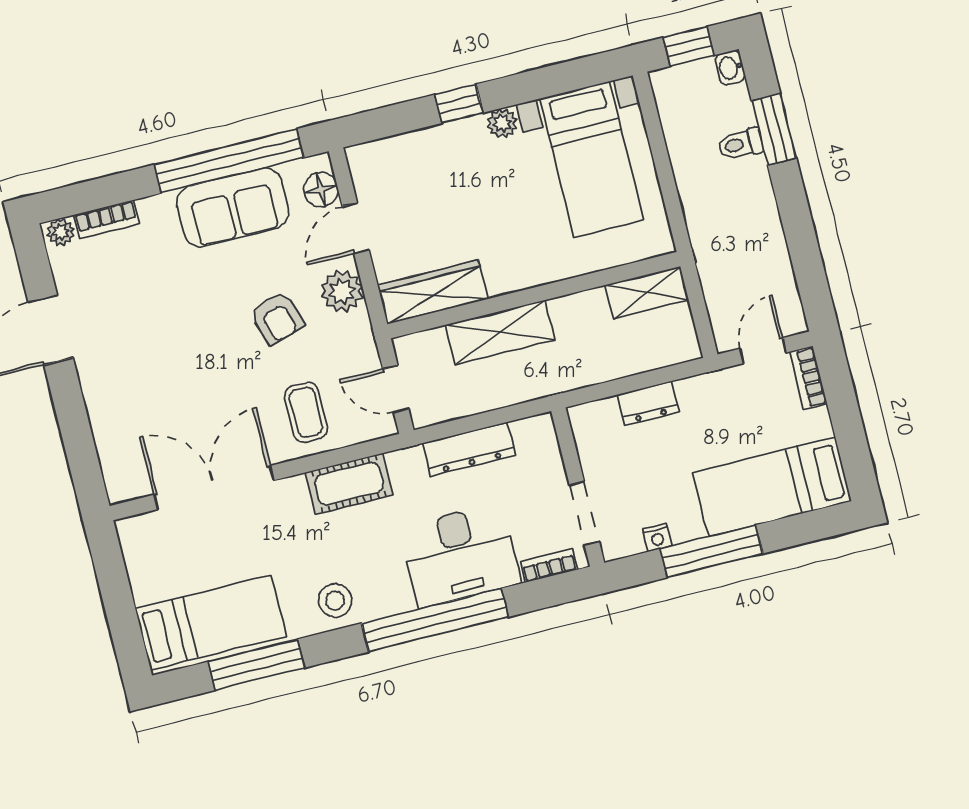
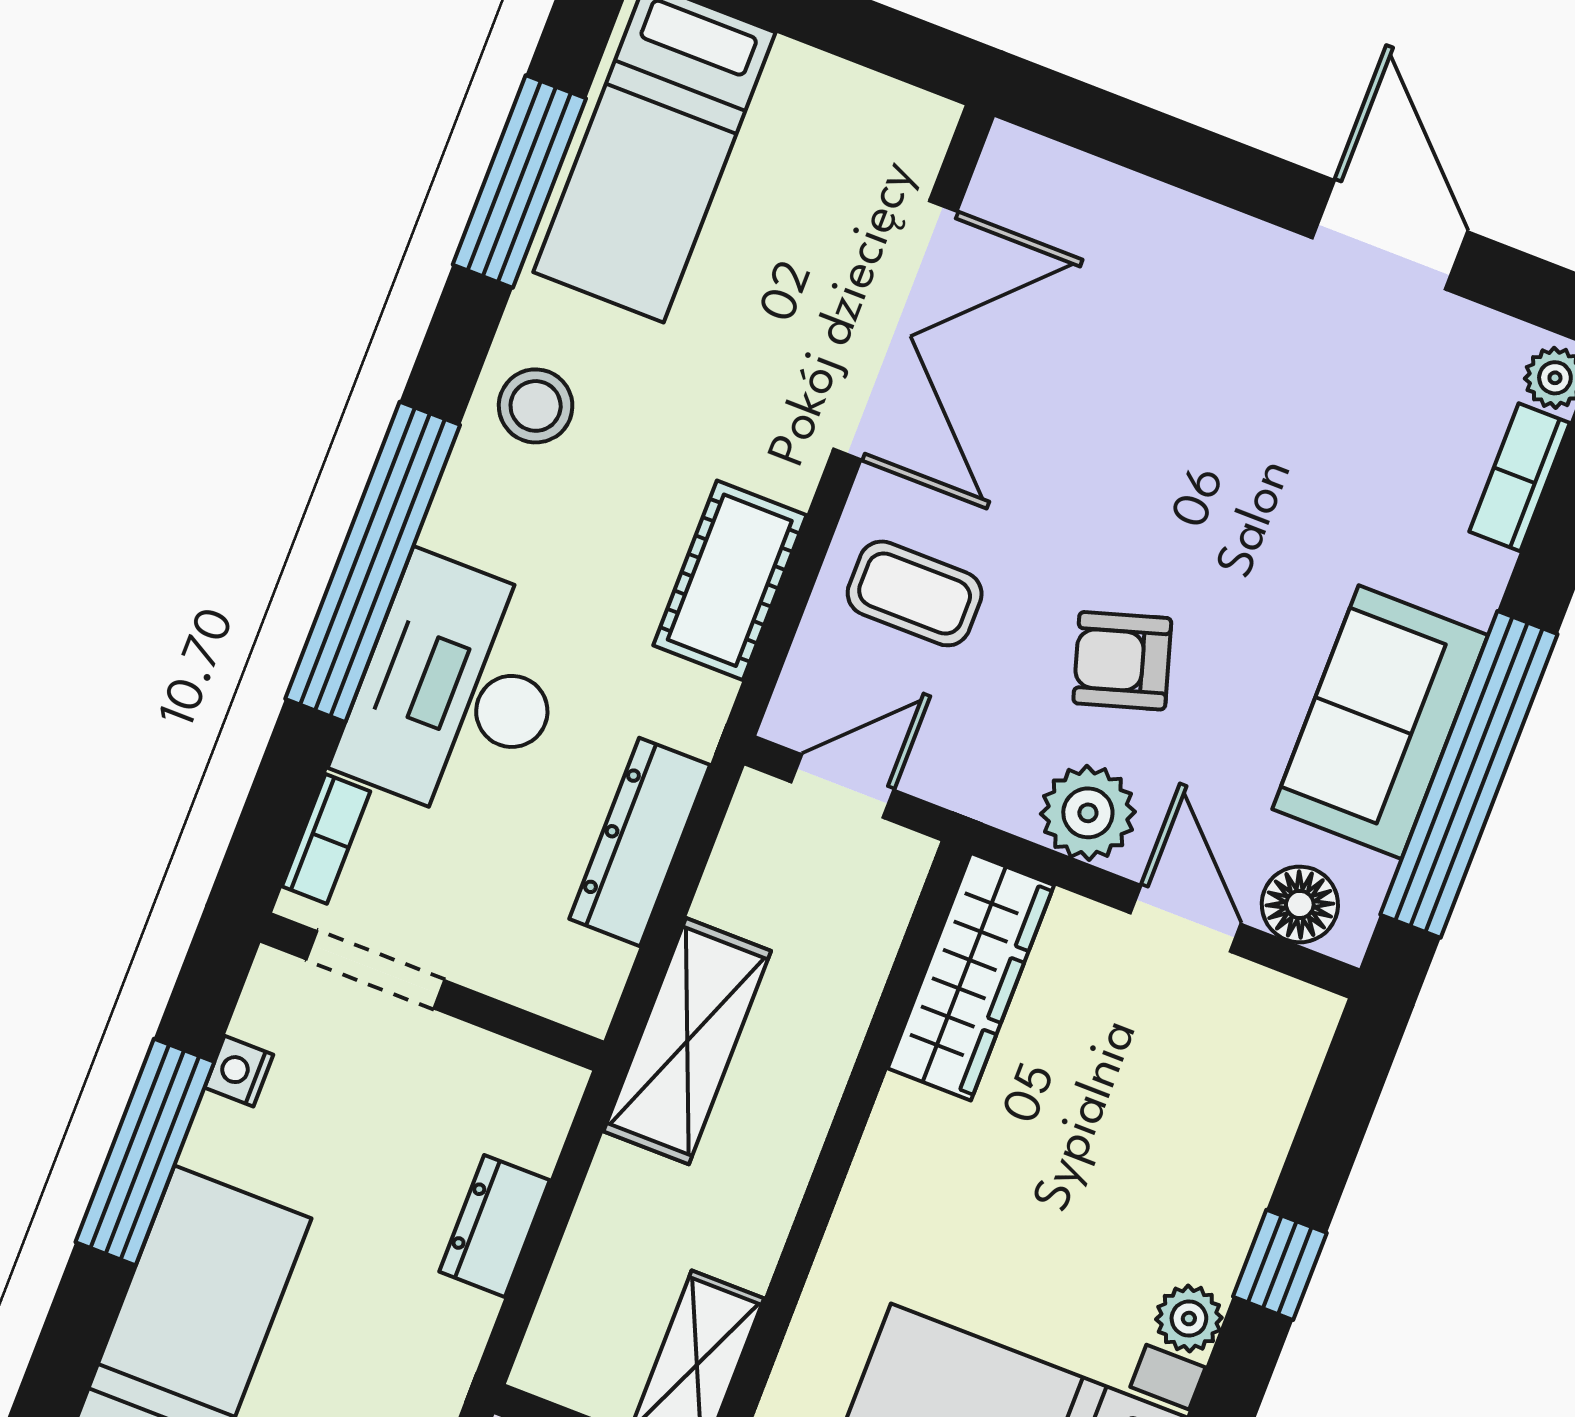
shelving: (500, 332) -> (687, 1041), moved

